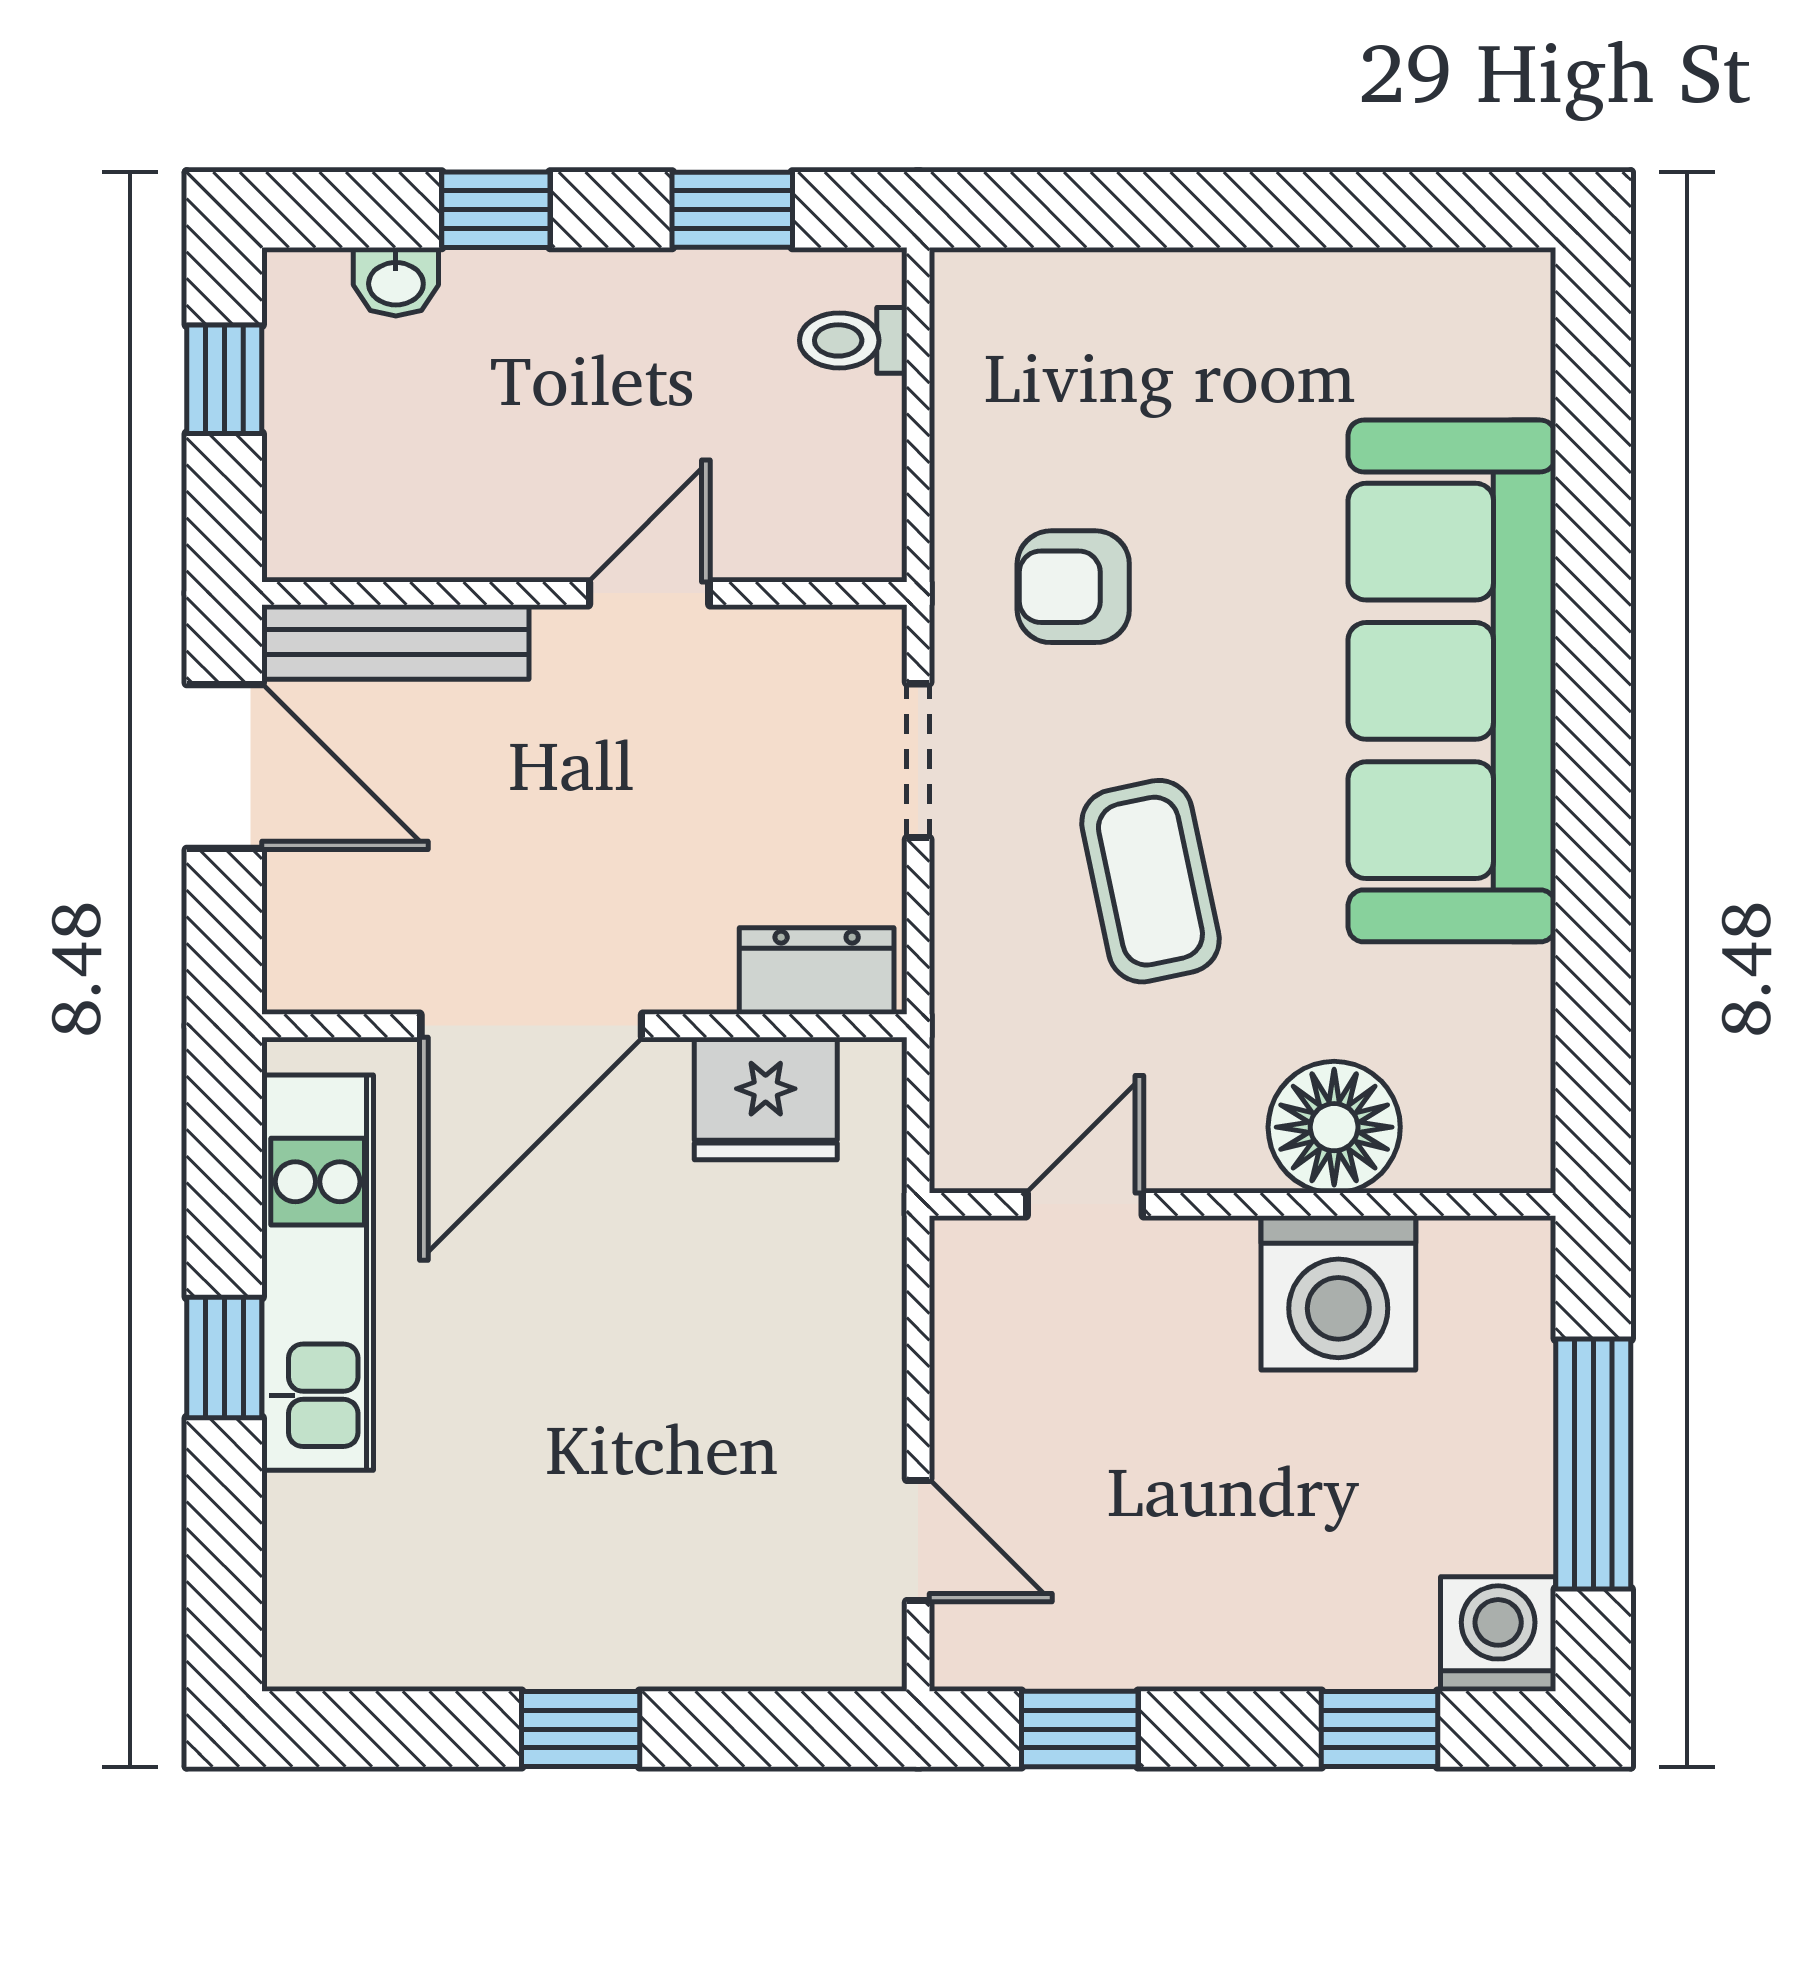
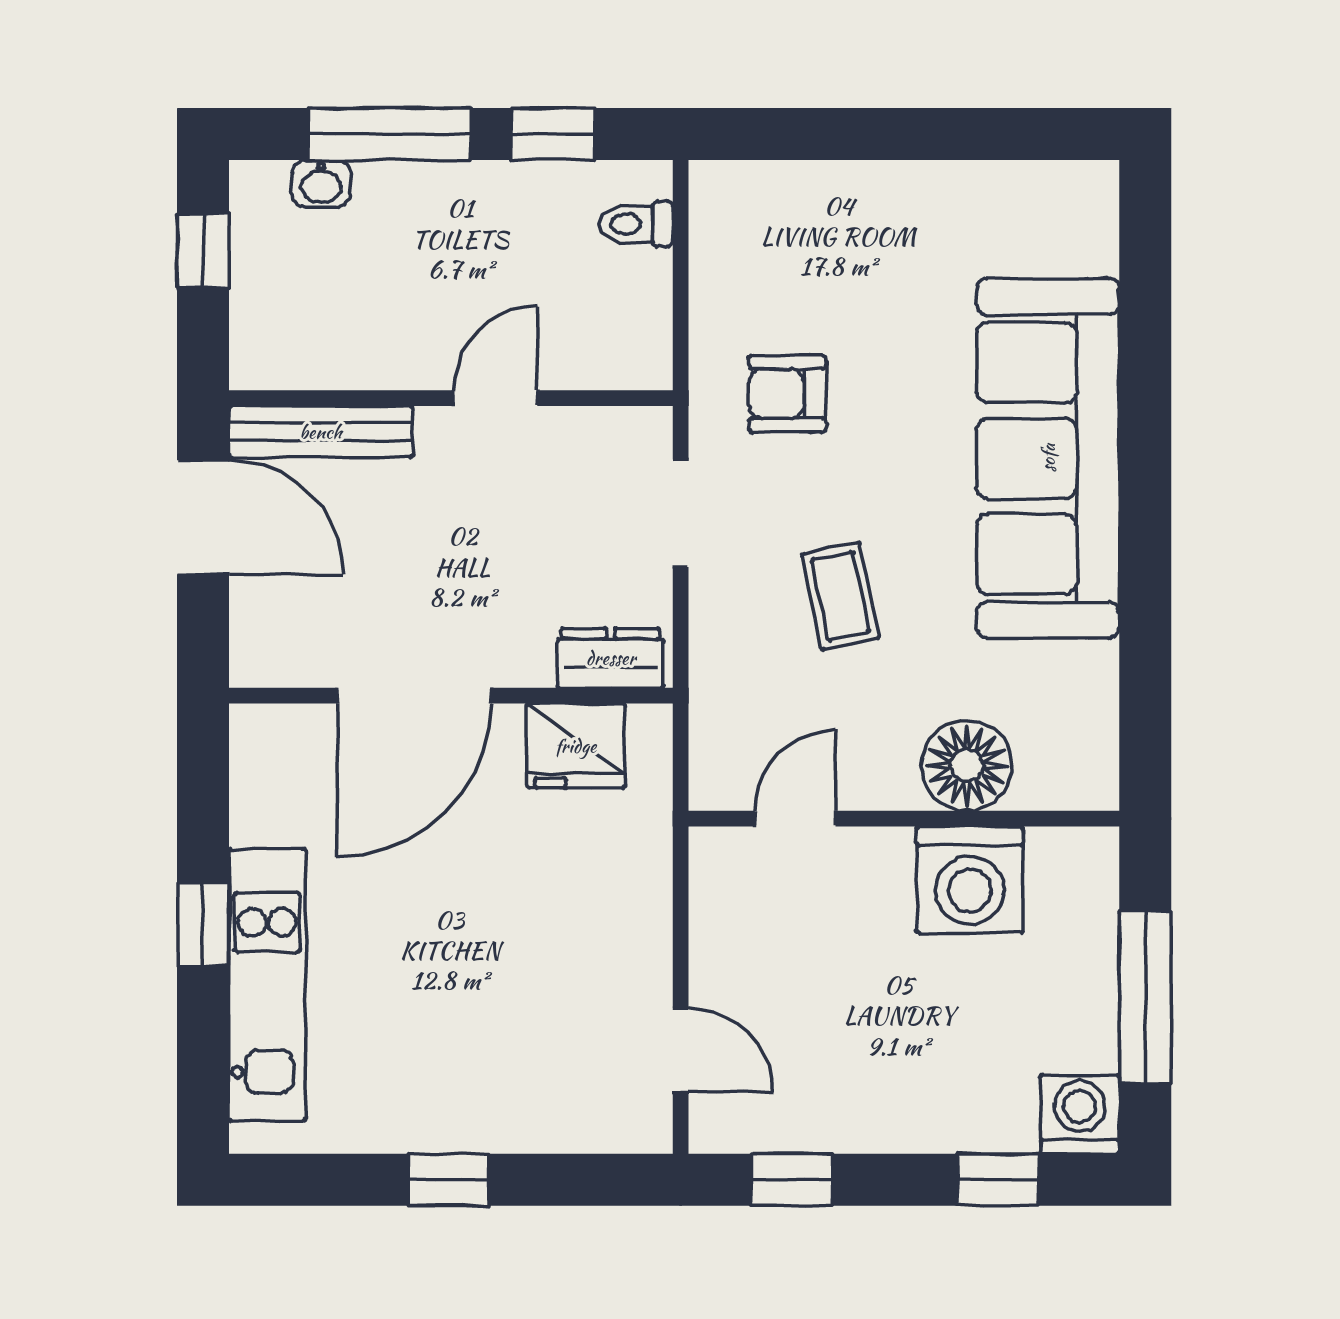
window: (496, 210) -> (390, 134), width x2.17
coffee table: (1150, 881) -> (841, 596), width x0.73, depth x0.77
kitchen unit: (318, 1273) -> (267, 985), moved

